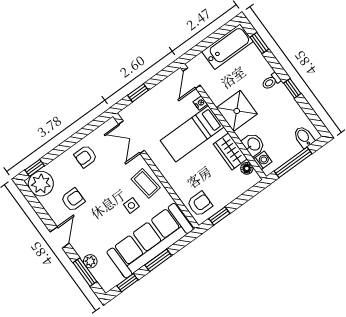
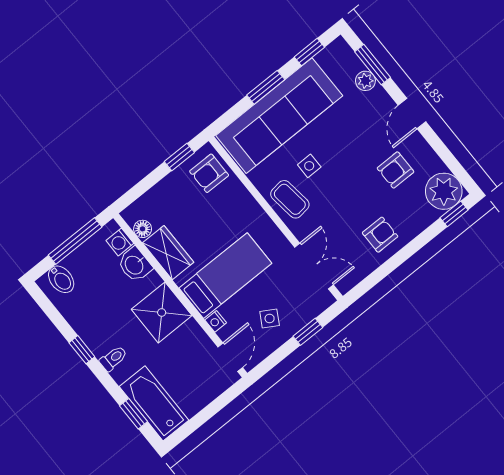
bathtub: (227, 47) -> (154, 403), moved, turned 90
side table: (164, 103) -> (270, 318), added

